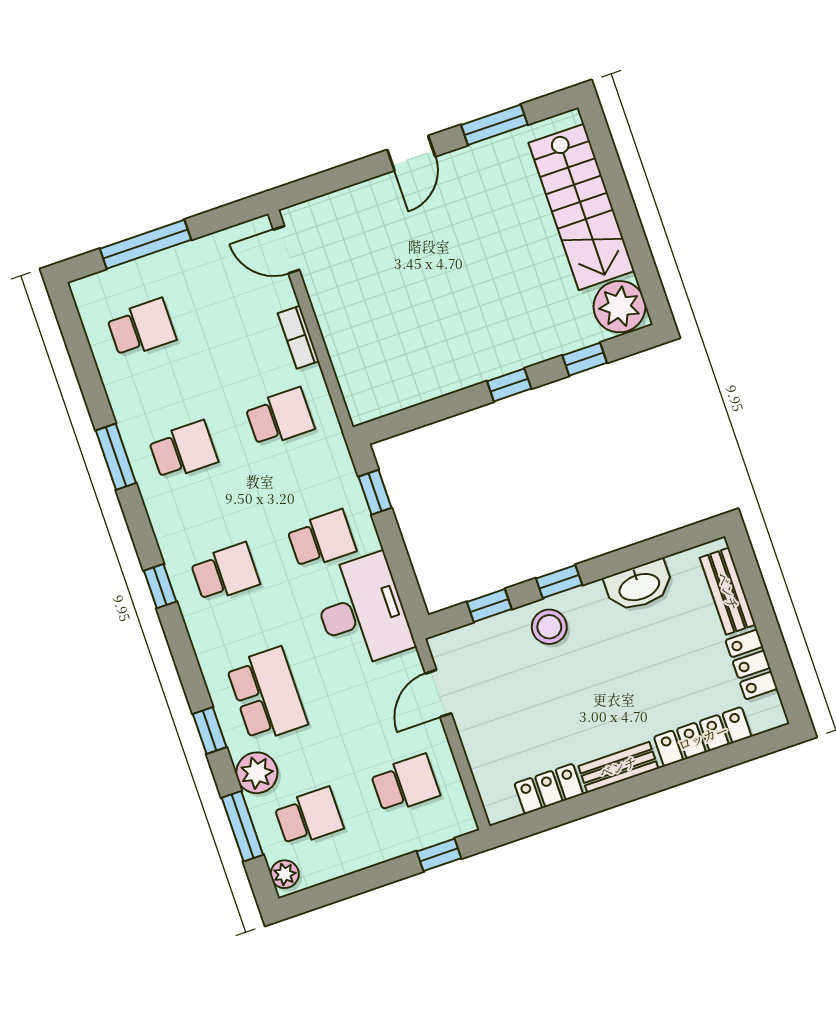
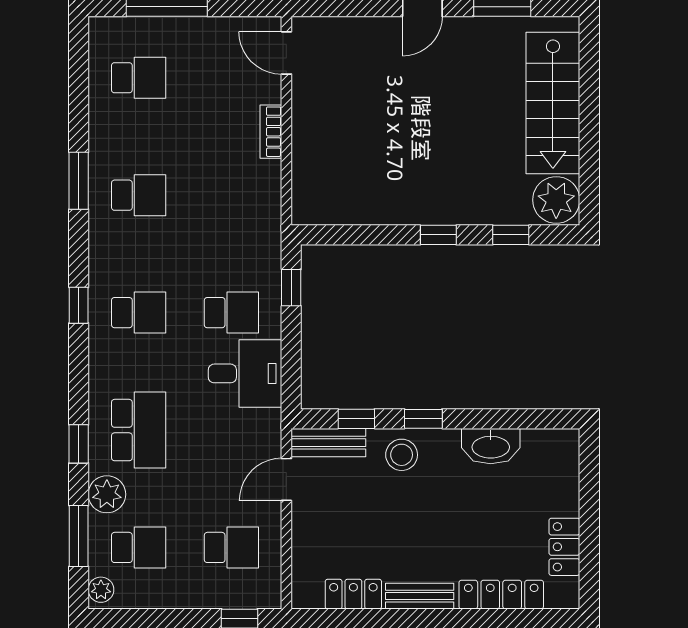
school desk: (280, 417) -> (231, 195), removed
bench: (728, 591) -> (328, 443), moved, turned 90
desk: (362, 611) -> (245, 373), width x0.73

